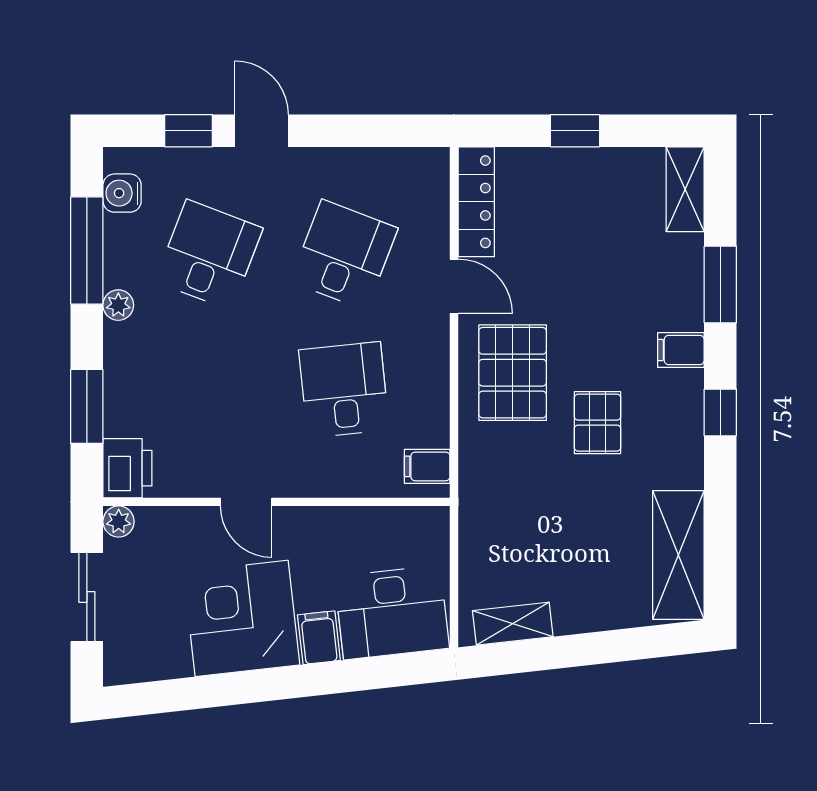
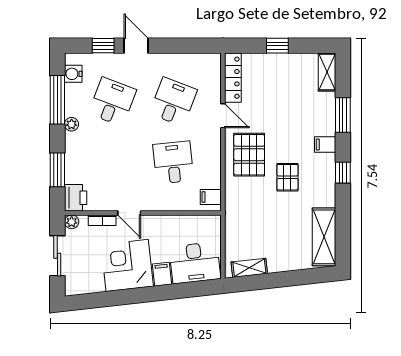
bookcase: (186, 518) -> (102, 220), added

